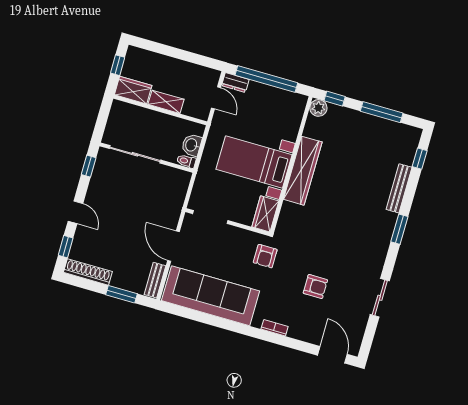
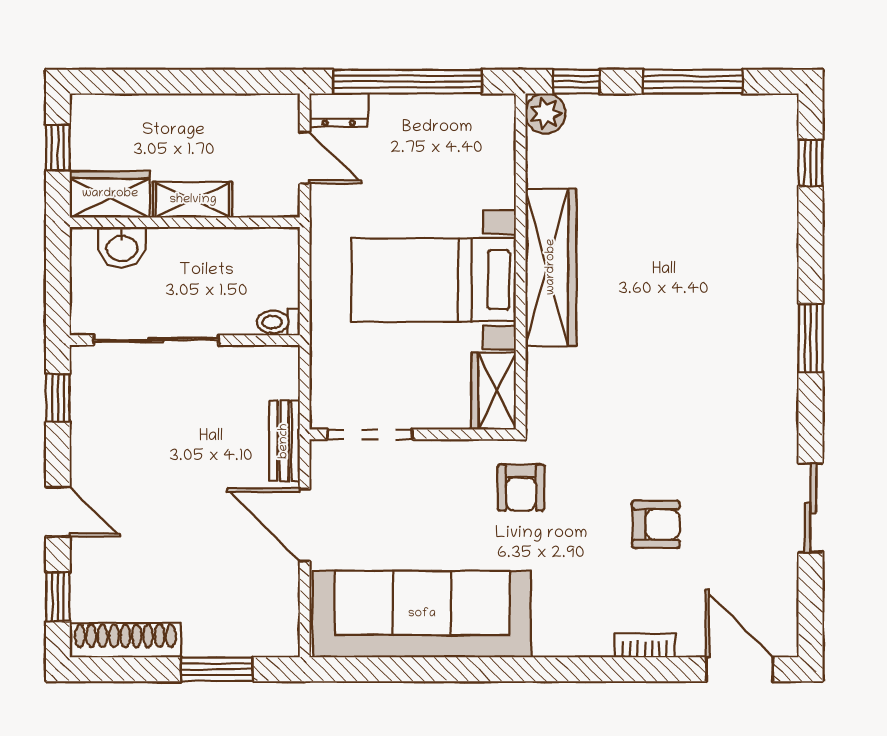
washbasin: (192, 145) -> (122, 247), moved, turned -90
bench: (399, 188) -> (783, 245), removed
bench: (155, 280) -> (284, 441), moved
bookcase: (275, 328) -> (645, 645), moved

